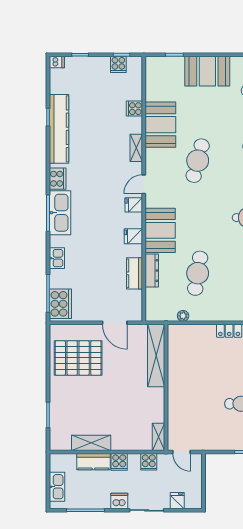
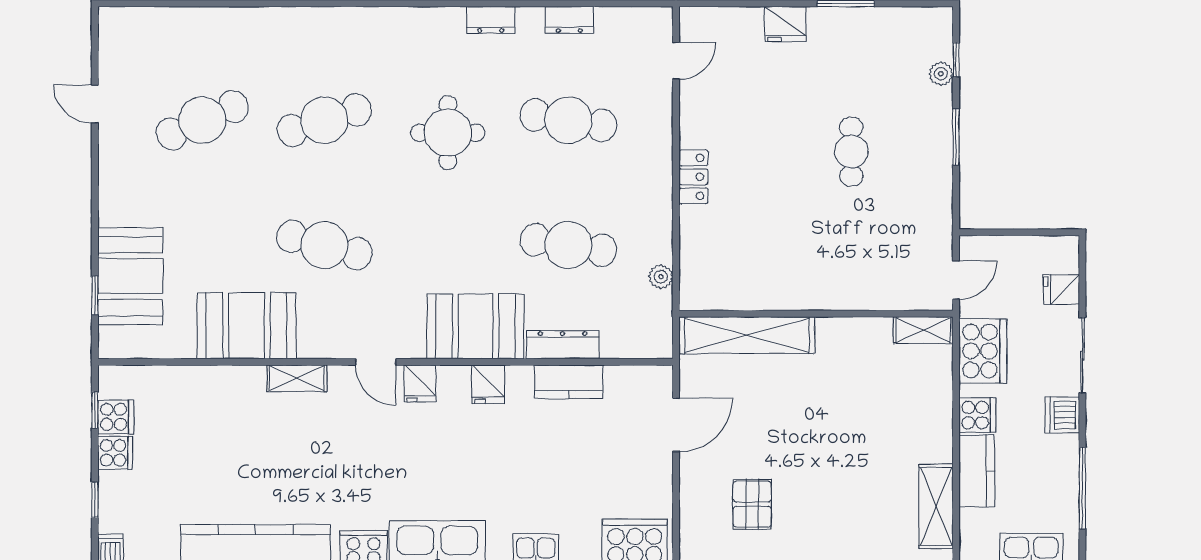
booth: (207, 71) -> (130, 276), moved
cooker: (134, 109) -> (115, 453), moved, turned -90
pallet: (78, 358) -> (752, 504), width x0.49, depth x0.50
shelving: (91, 443) -> (936, 506), moved
cooker: (149, 462) -> (983, 351), width x1.87, depth x1.31

